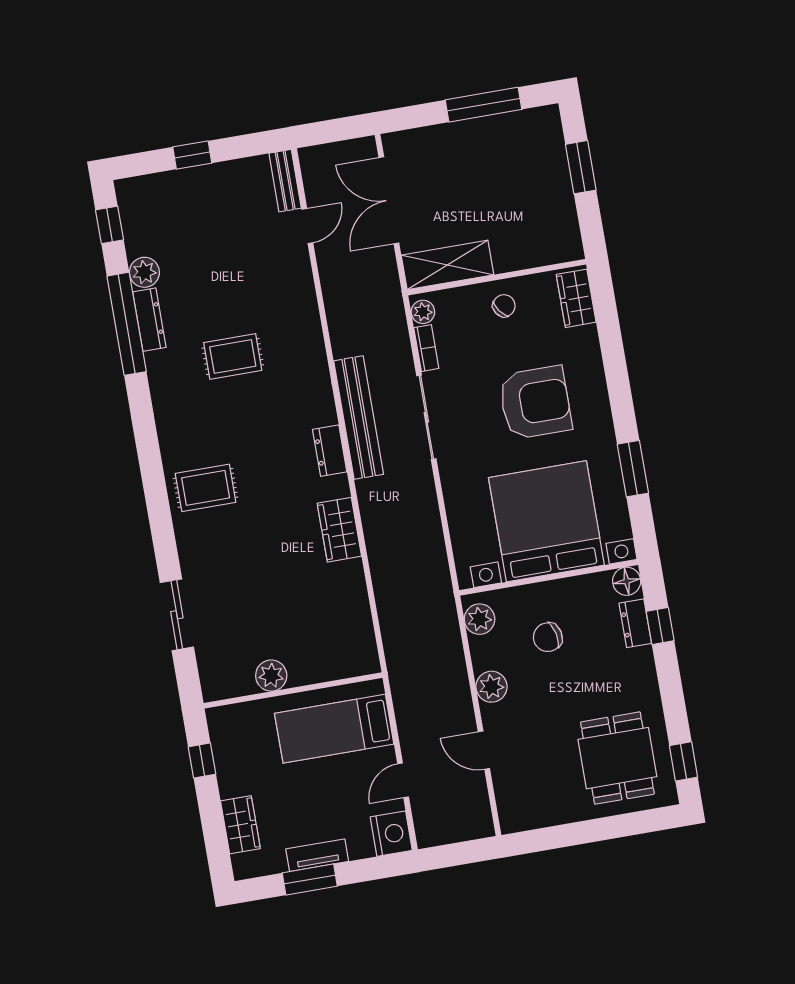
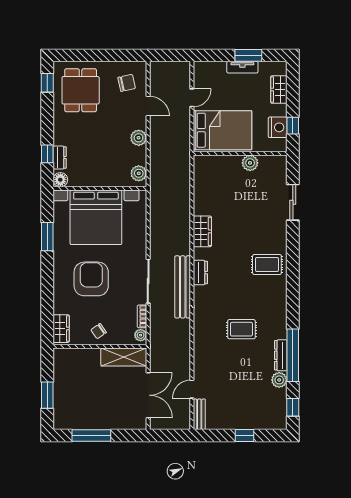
armchair: (535, 403) -> (91, 279), turned 90
chair: (548, 637) -> (127, 83), moved
bed: (334, 729) -> (223, 130), width x1.50
nightstand: (391, 834) -> (278, 127), moved, turned 180

